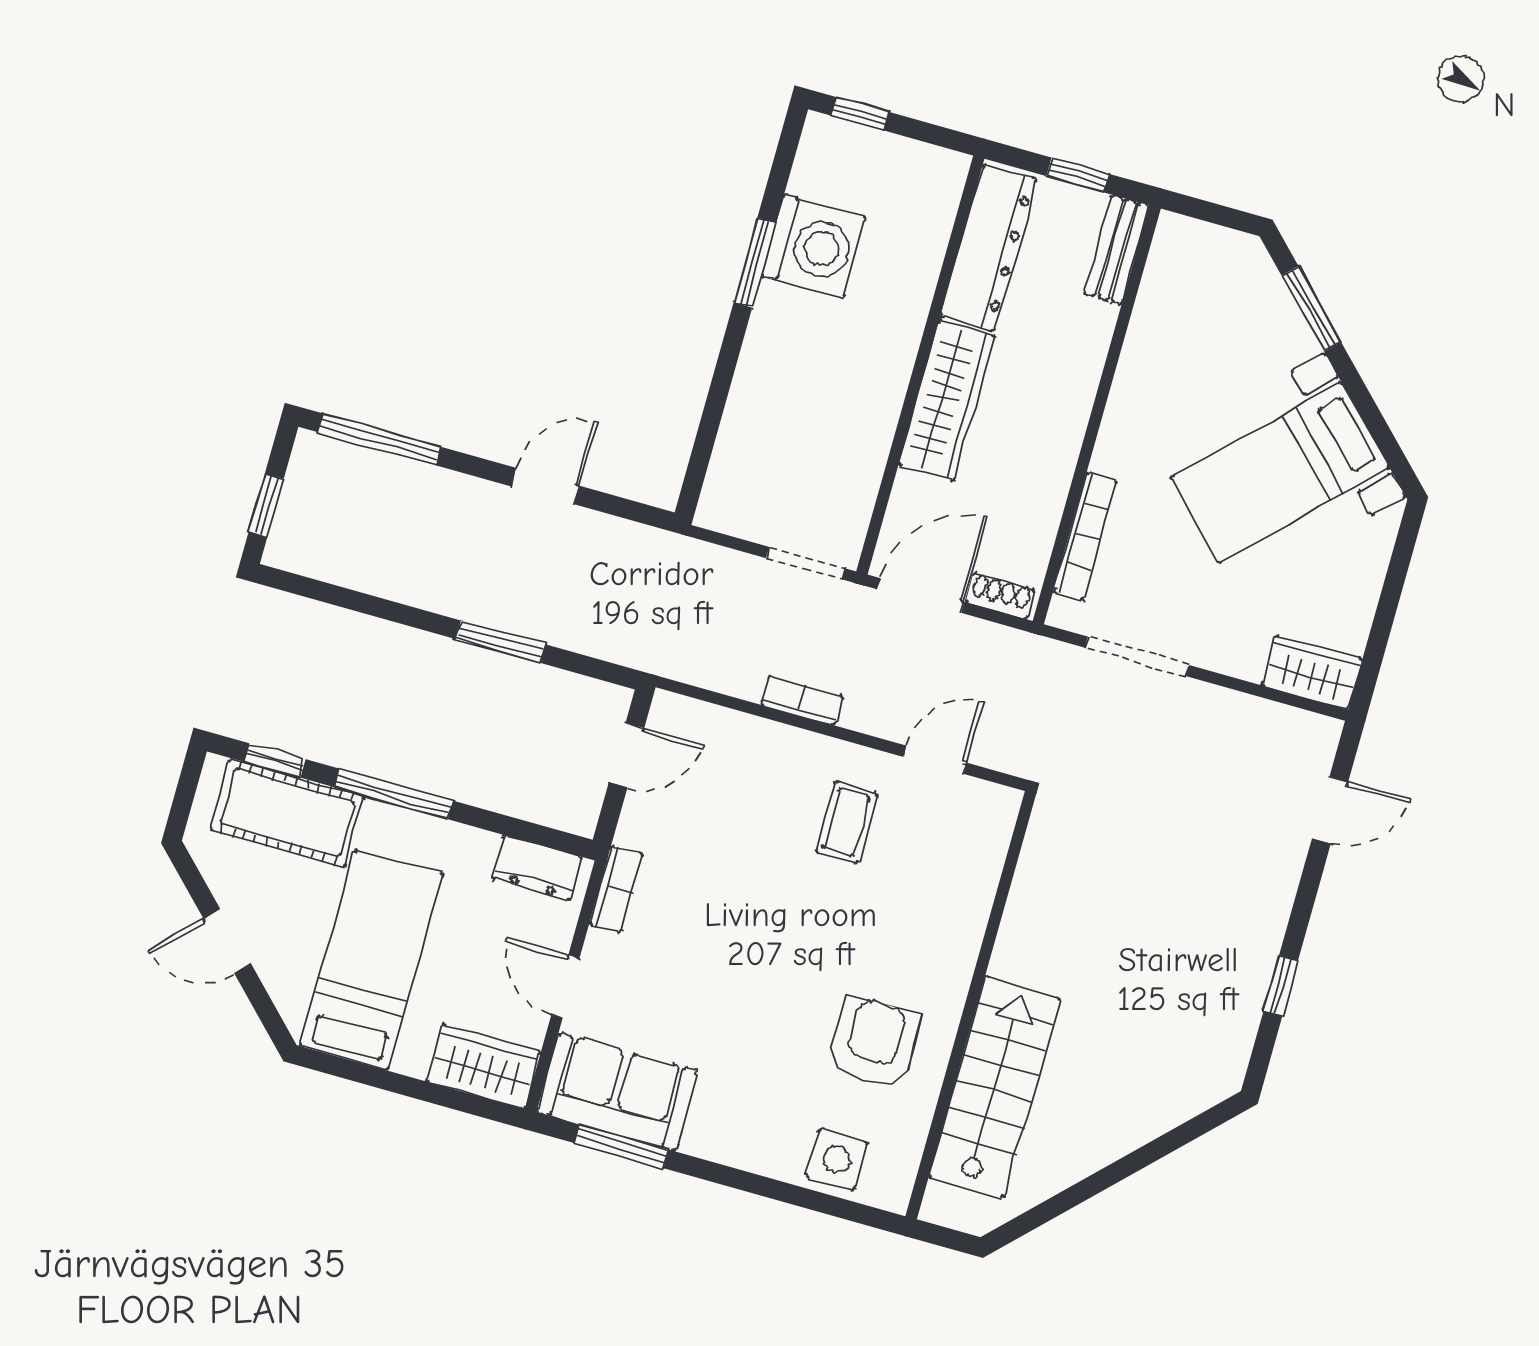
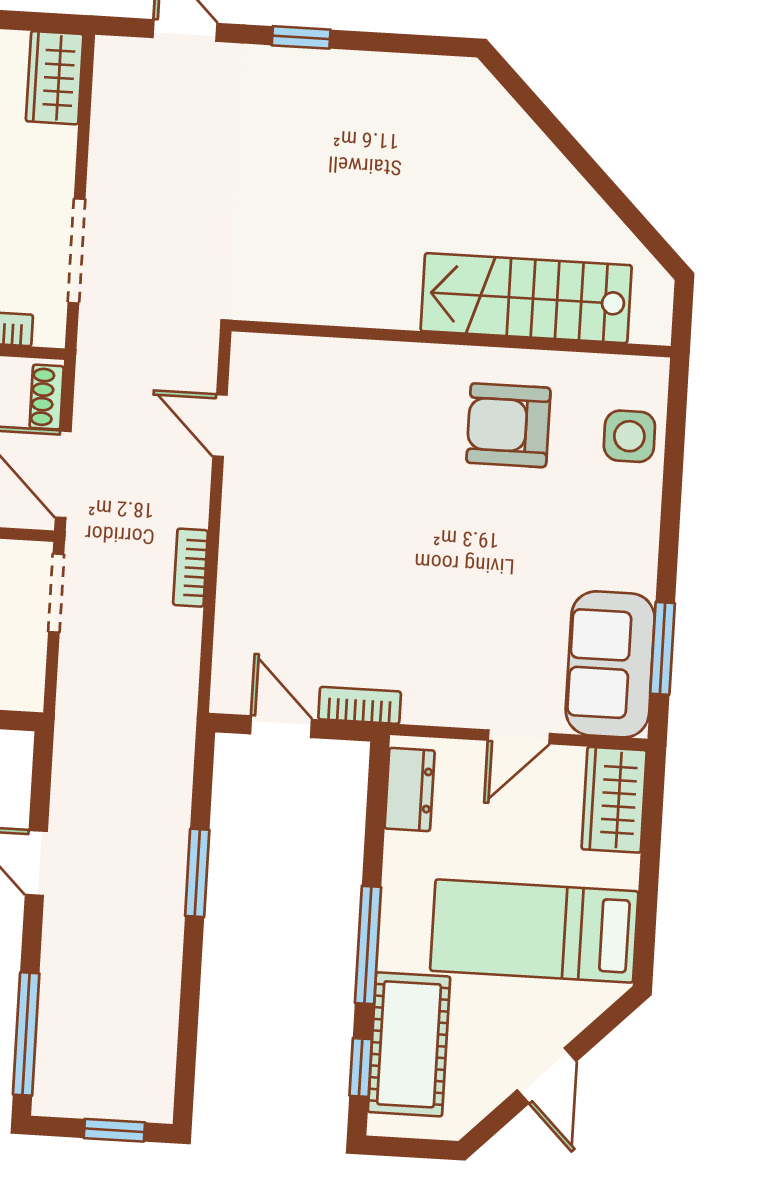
coffee table: (846, 822) -> (300, 499), removed
bookcase: (616, 889) -> (360, 705), moved
window: (1281, 986) -> (301, 37), moved

